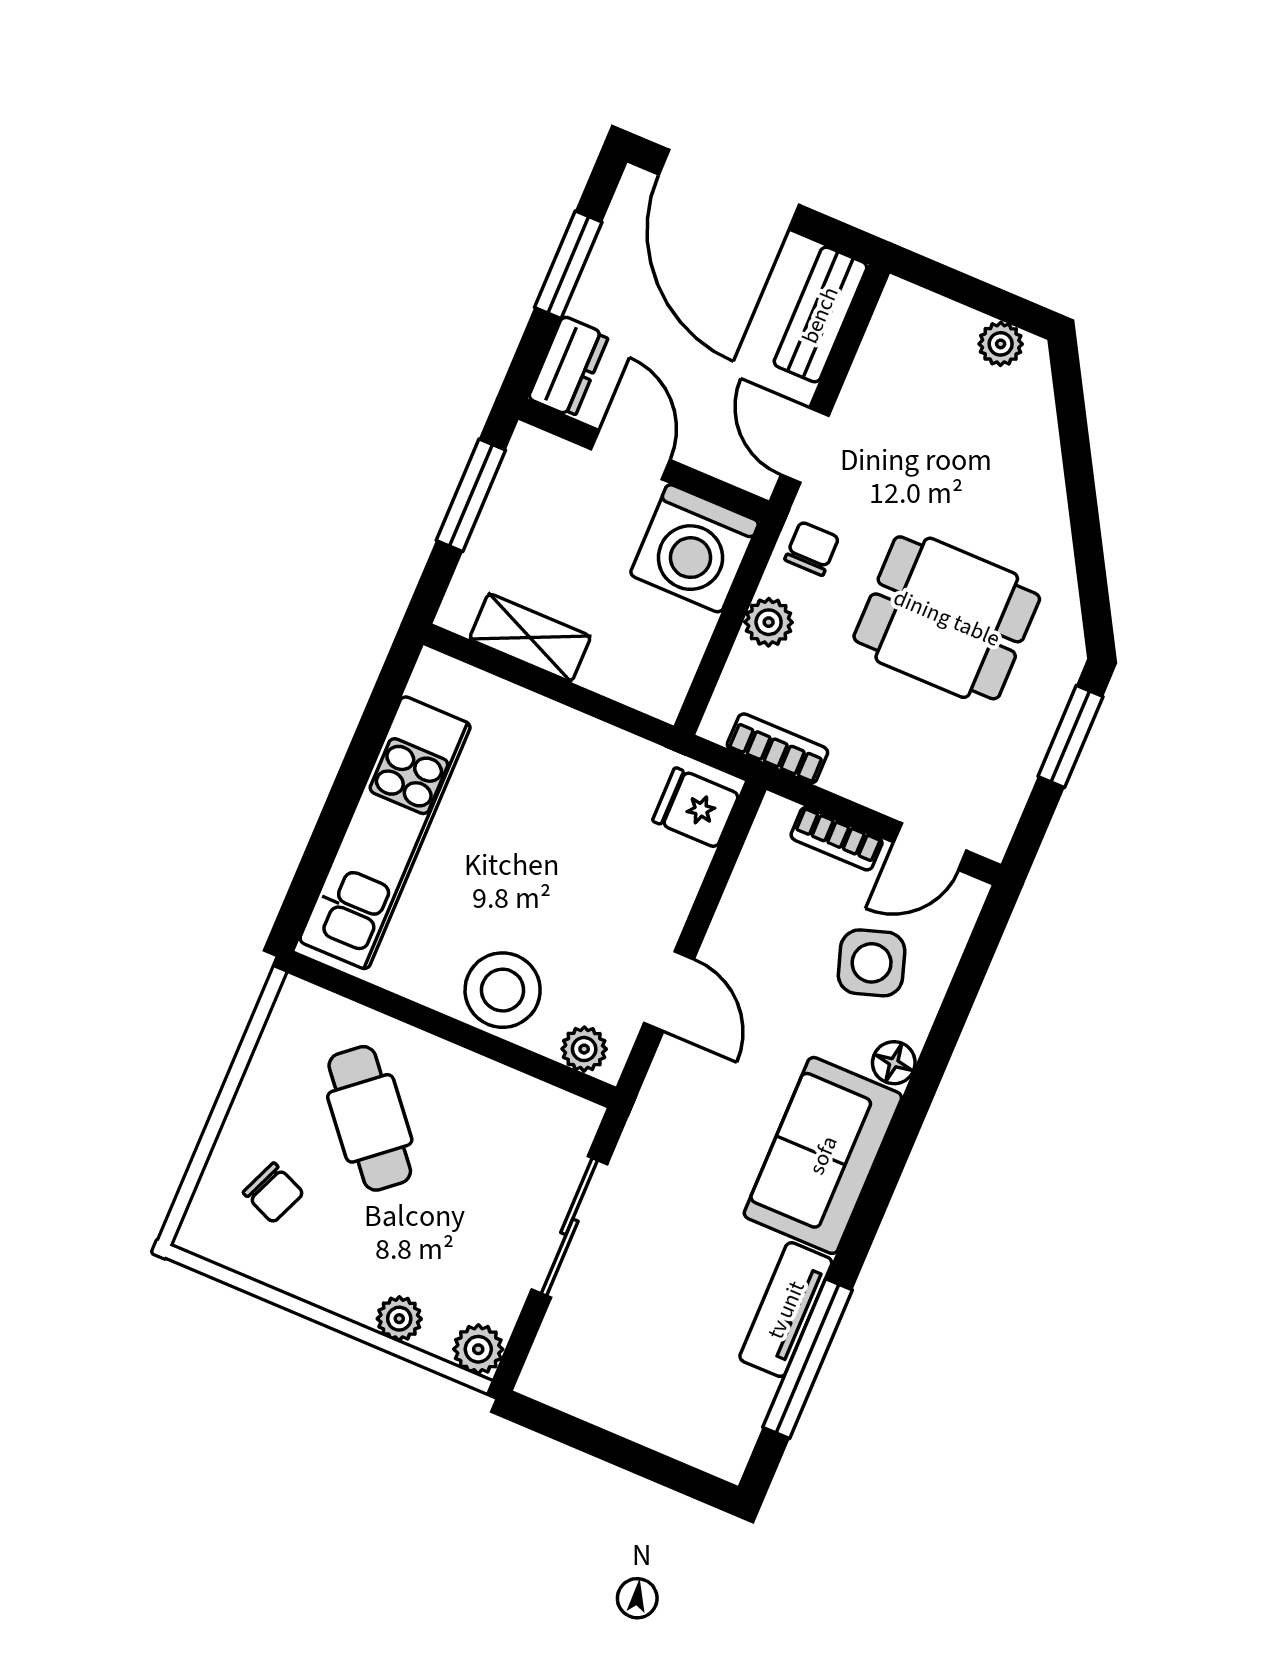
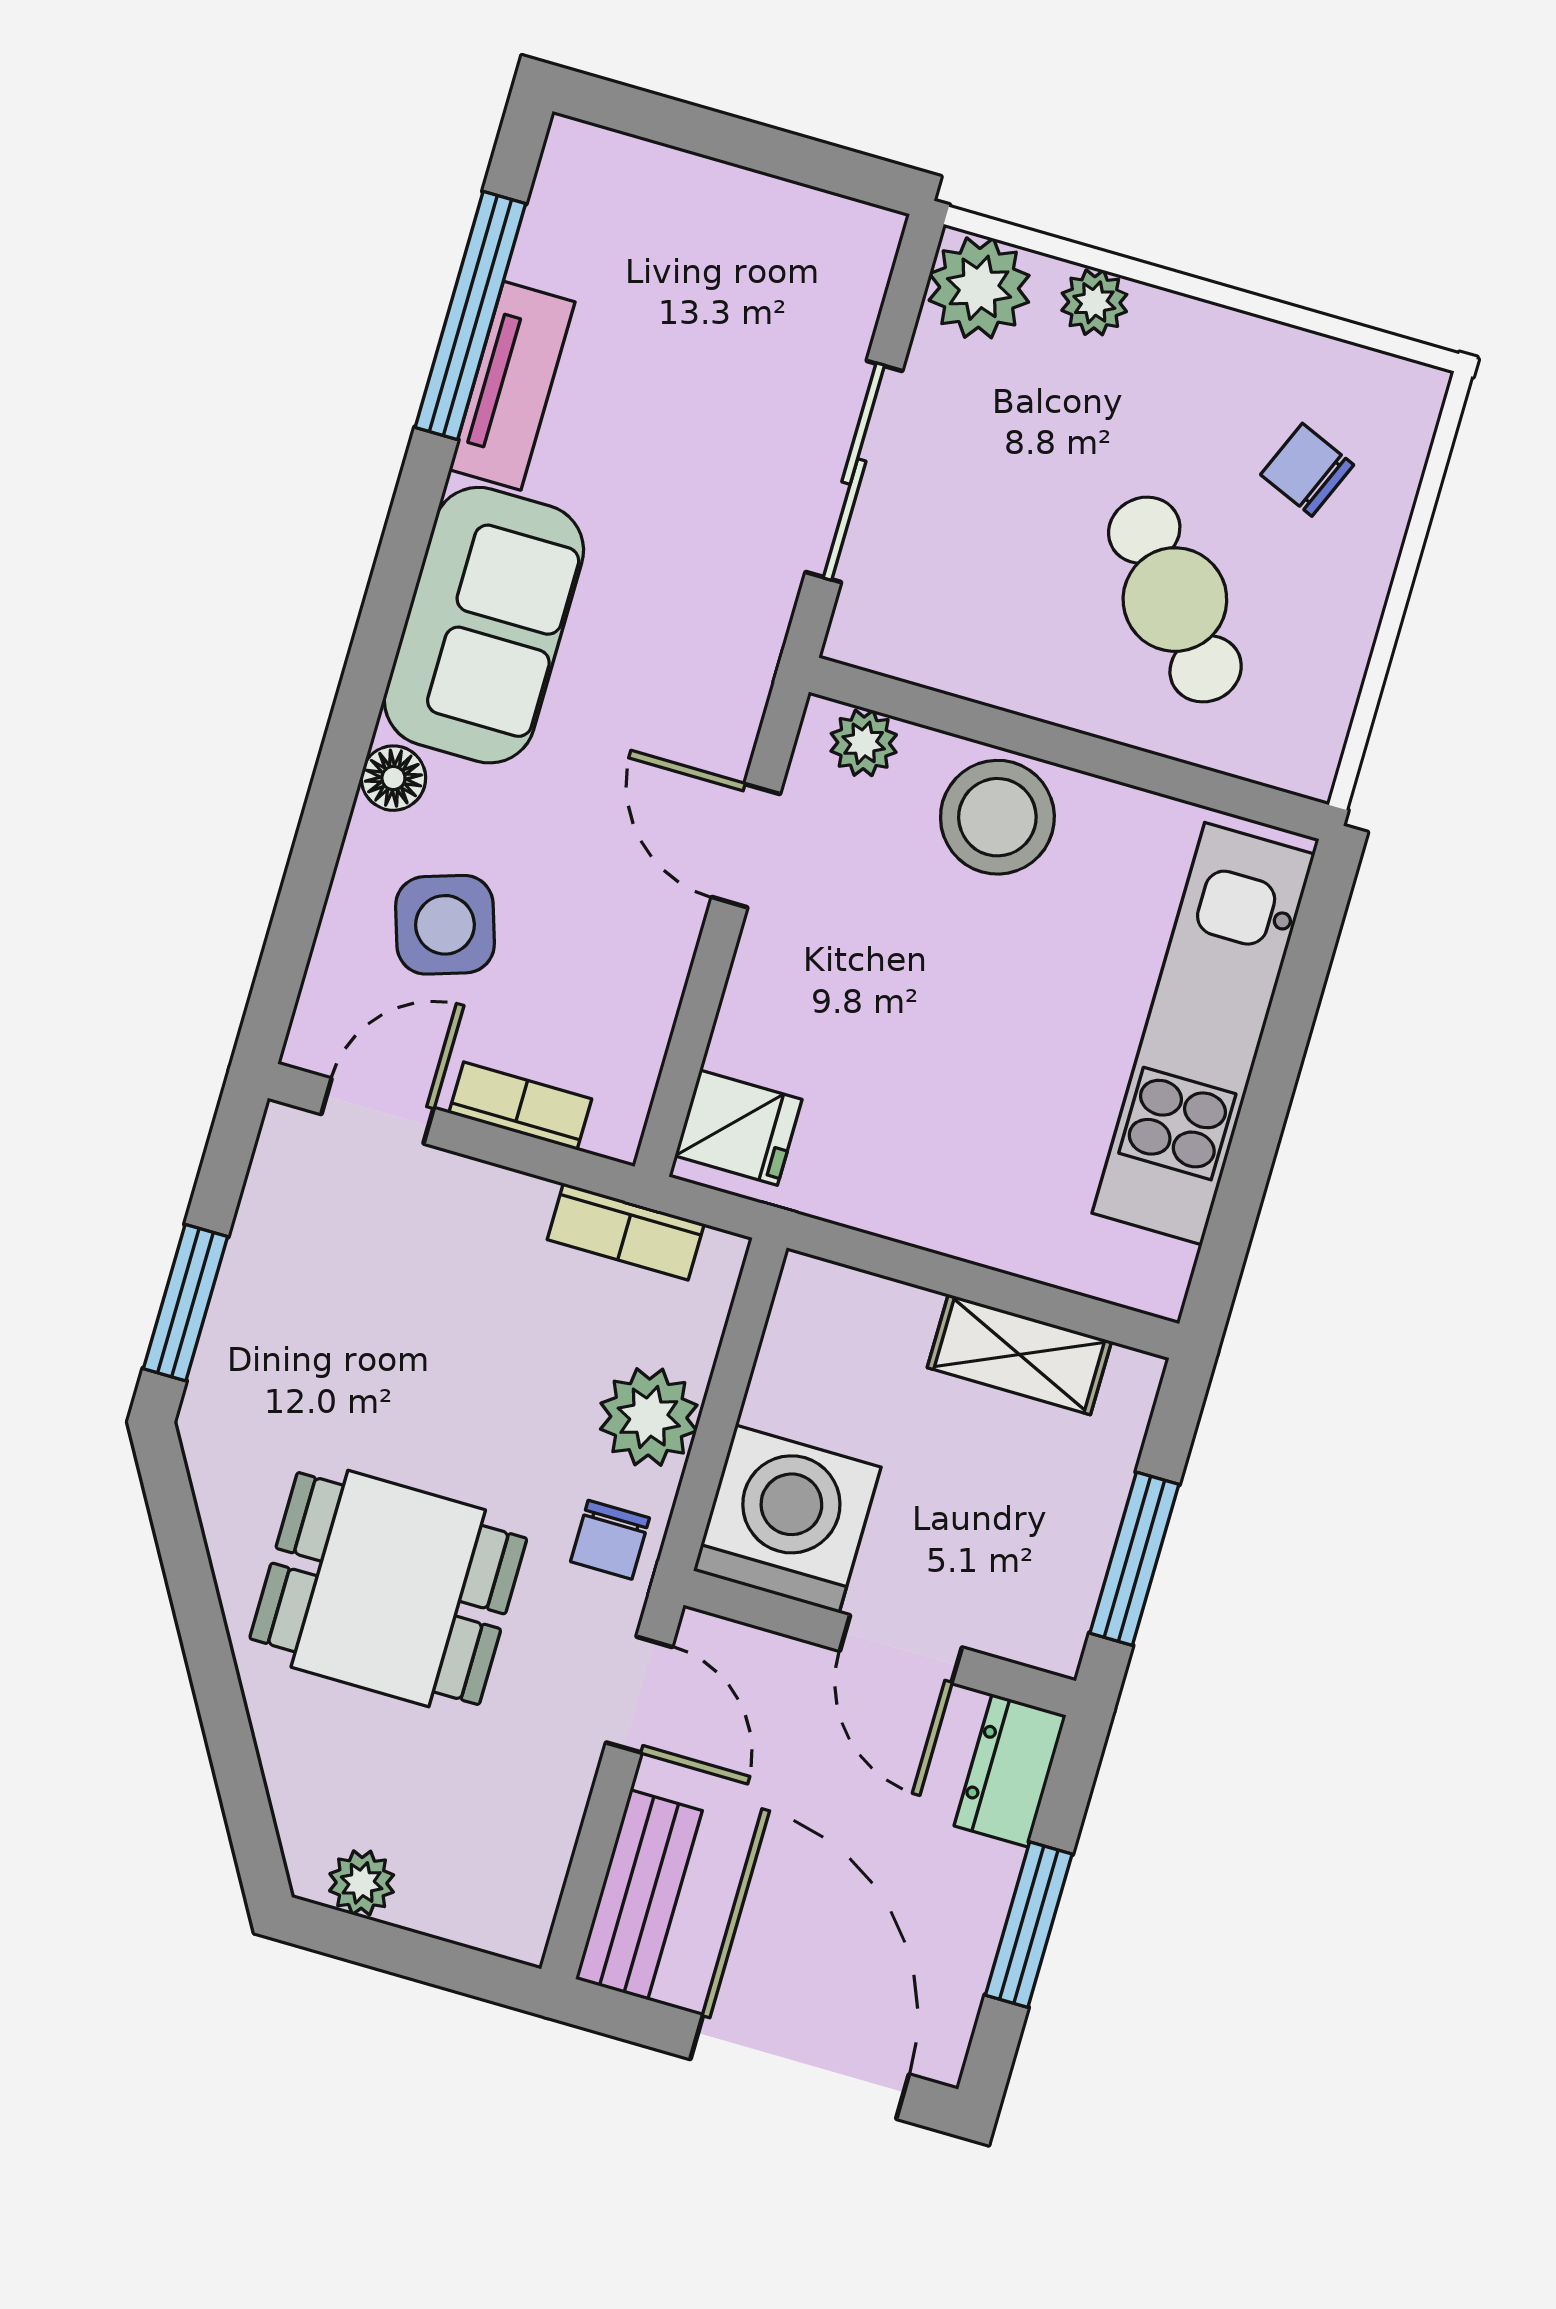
dining table: (947, 618) -> (388, 1589), moved
plant: (769, 622) -> (649, 1417), width x1.38, depth x1.38
plant: (478, 1349) -> (979, 288), width x1.38, depth x1.38

